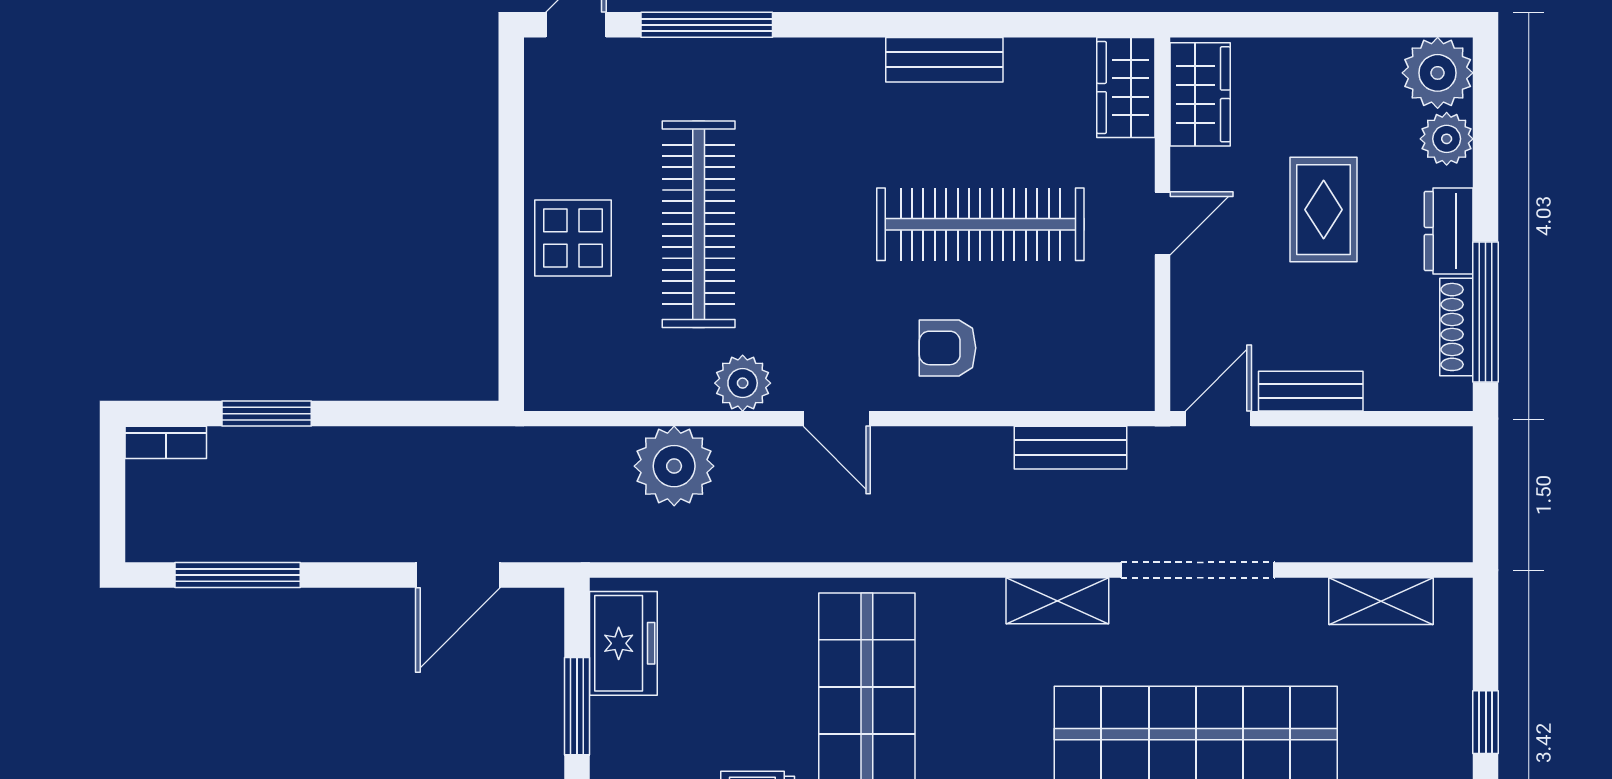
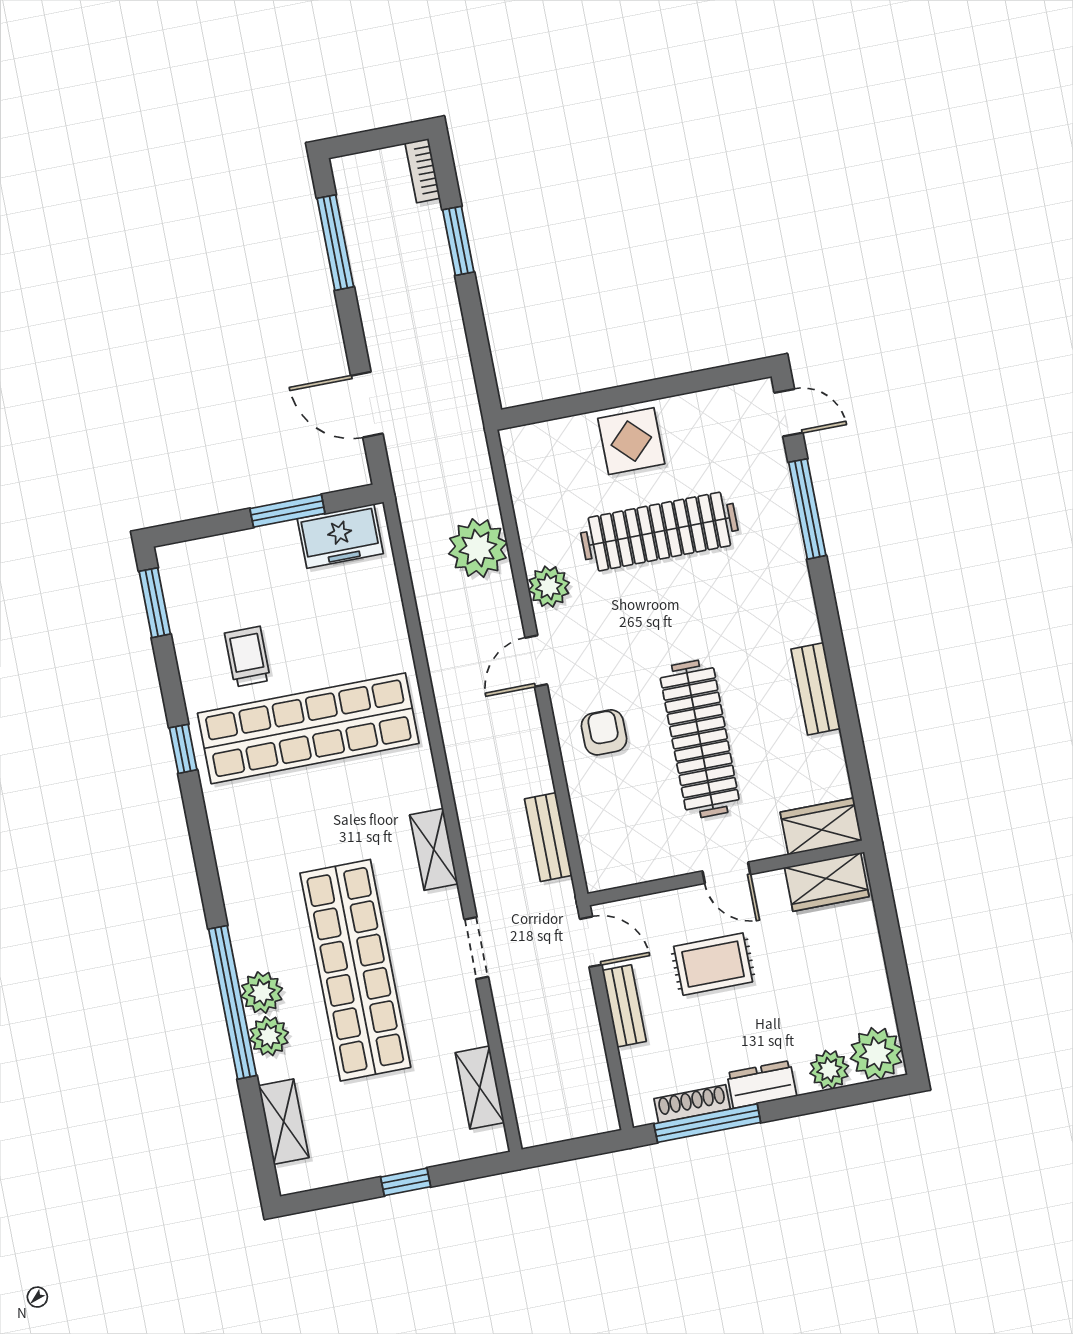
rug: (1324, 210) -> (713, 964), moved
doorway: (1198, 570) -> (476, 948), width x0.53

